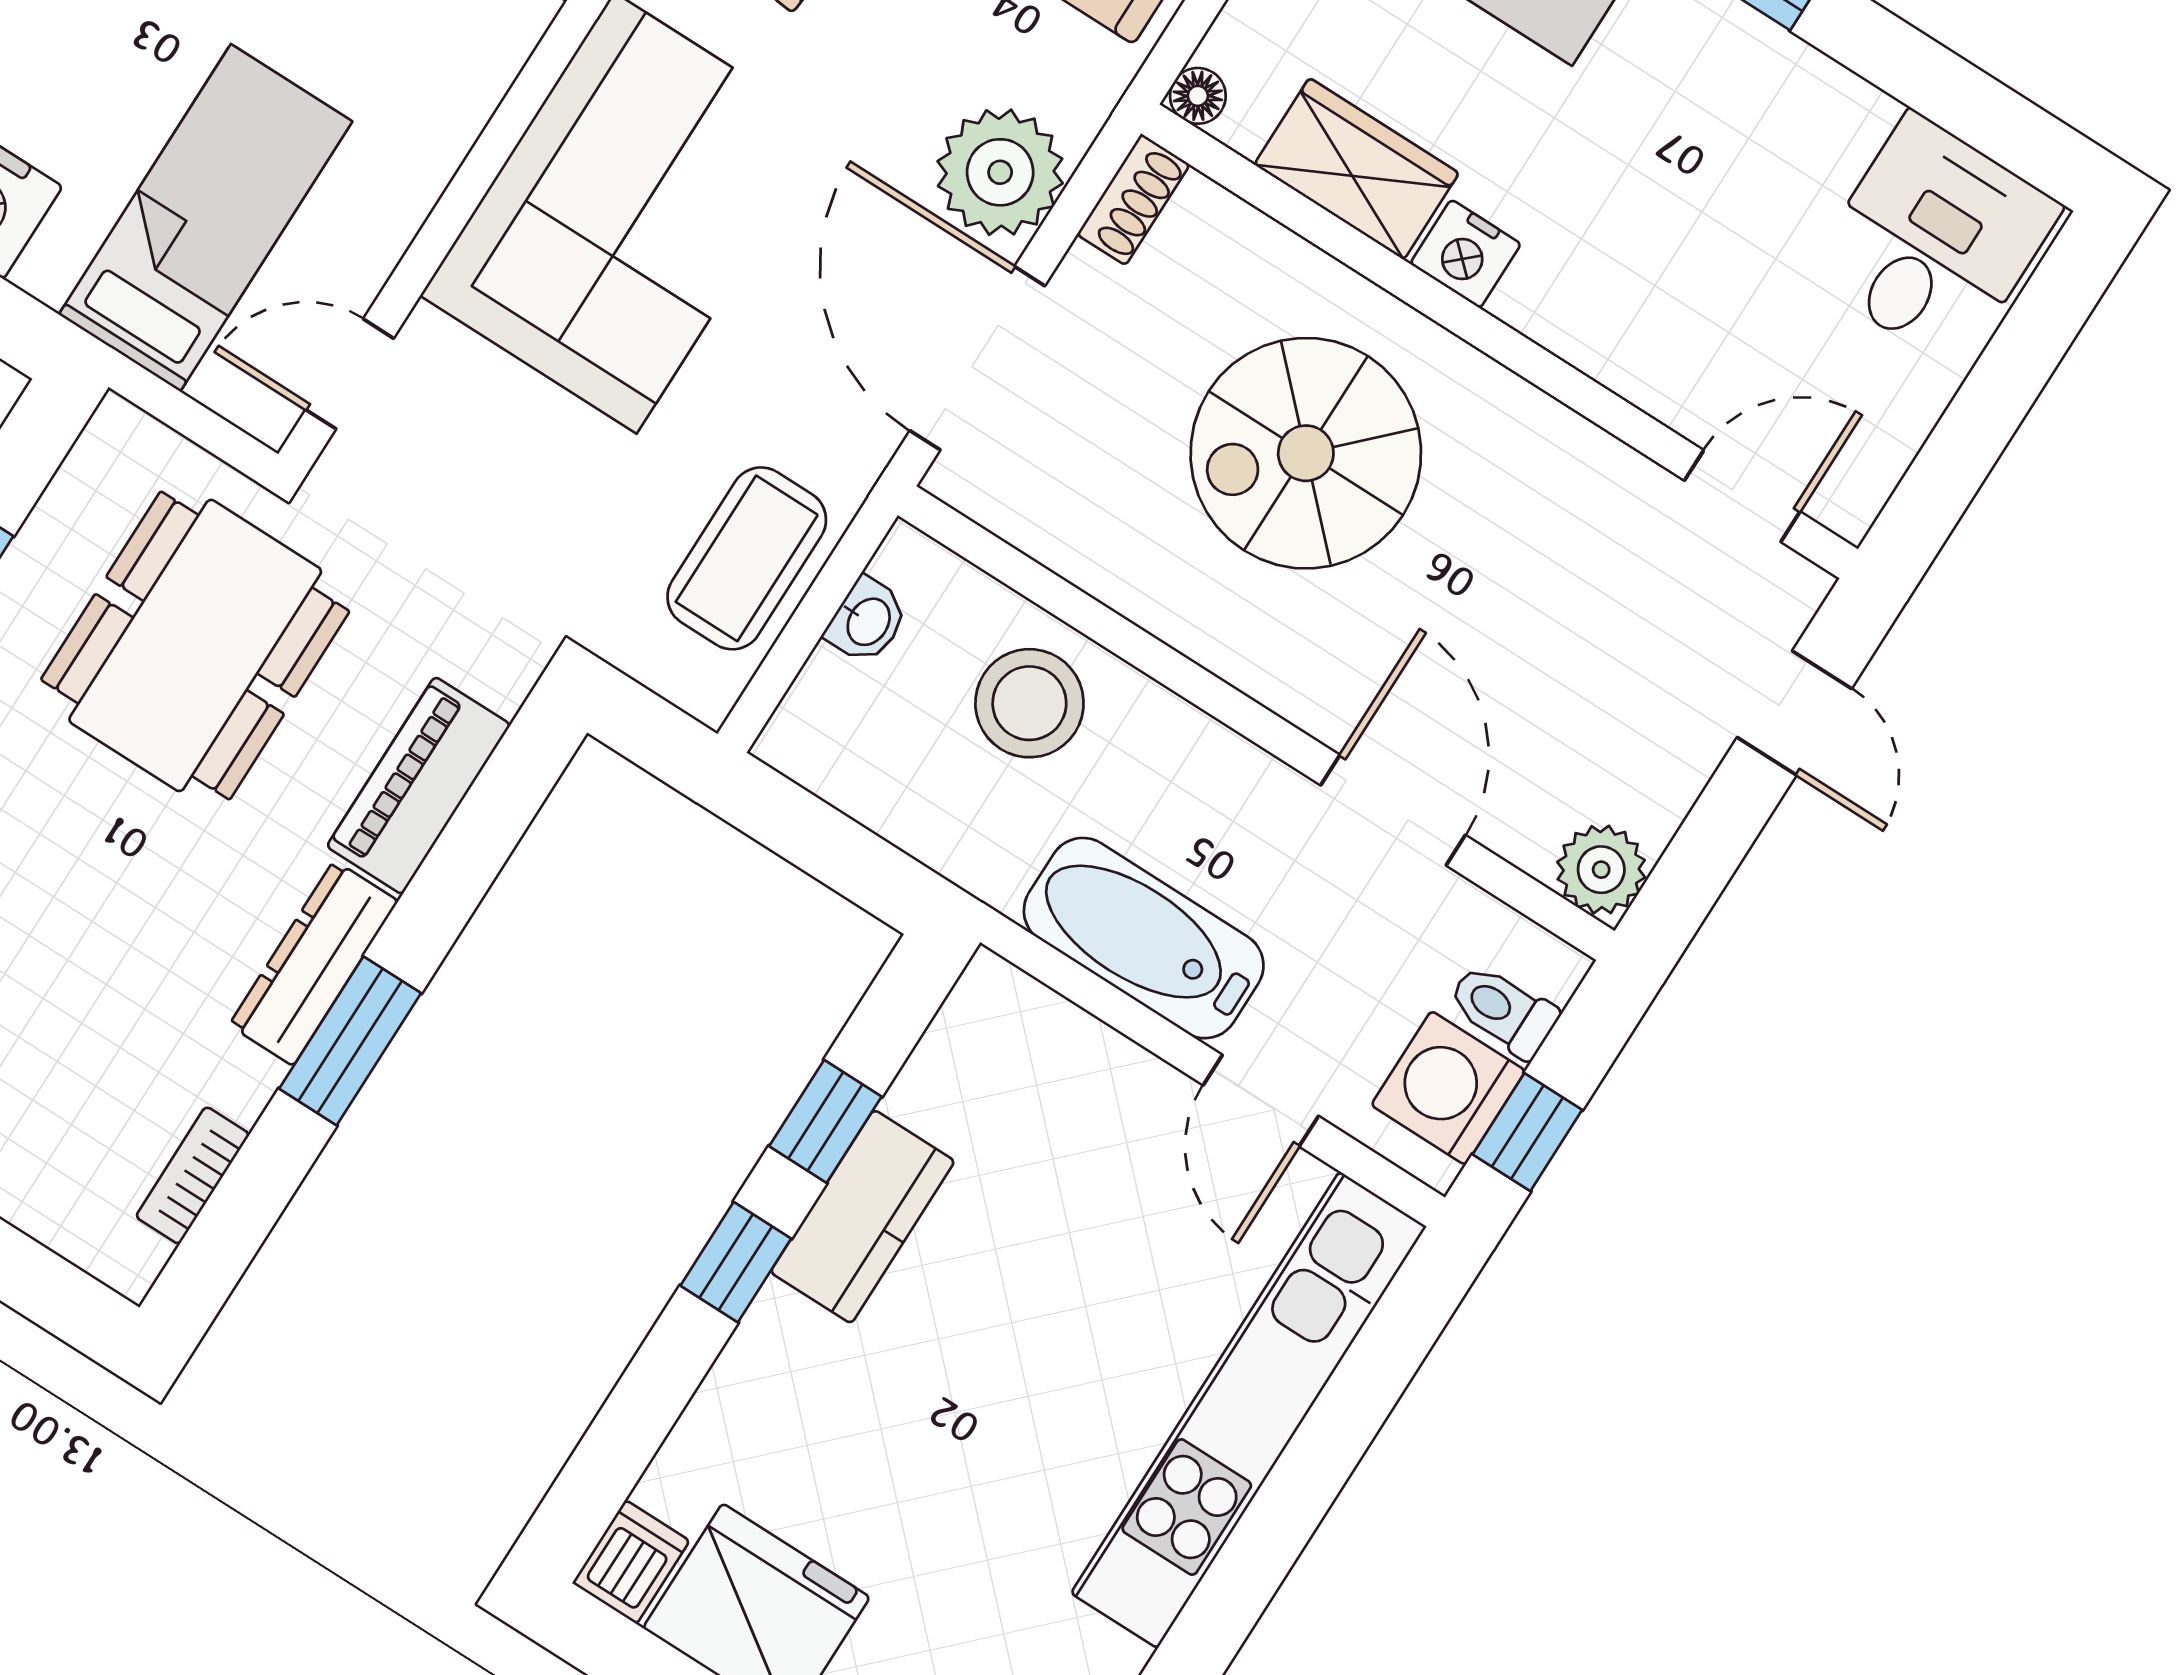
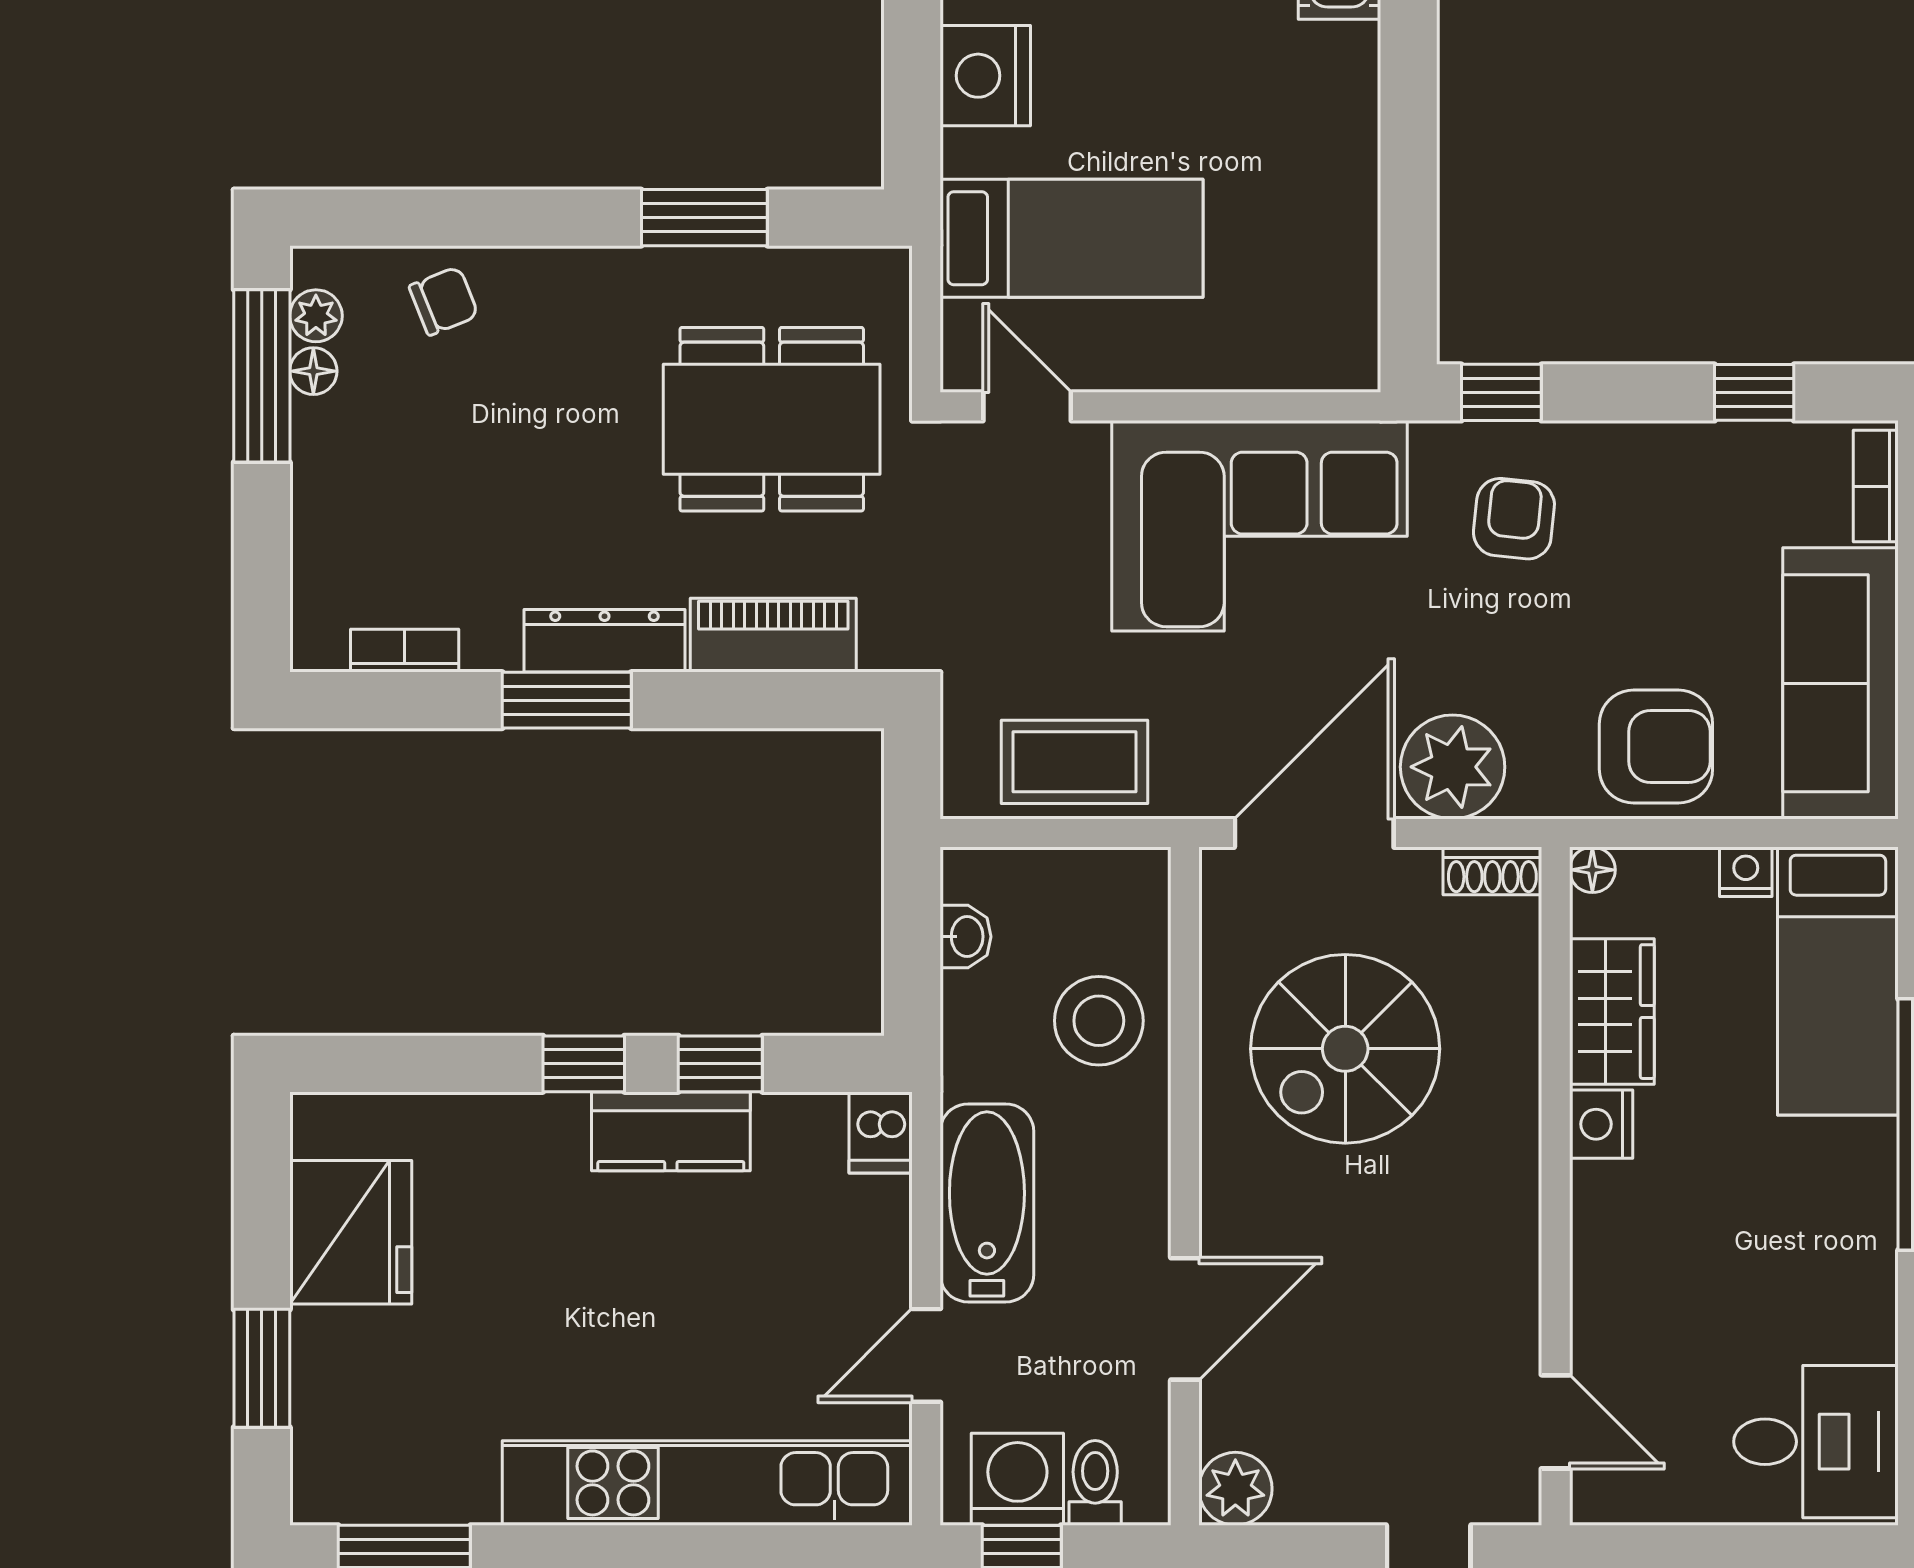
spiral stairs: (1306, 453) -> (1345, 1049), moved, turned -90
washbasin: (867, 621) -> (966, 937), moved, turned -90
dishwasher: (631, 1562) -> (881, 1132), moved, turned 90

